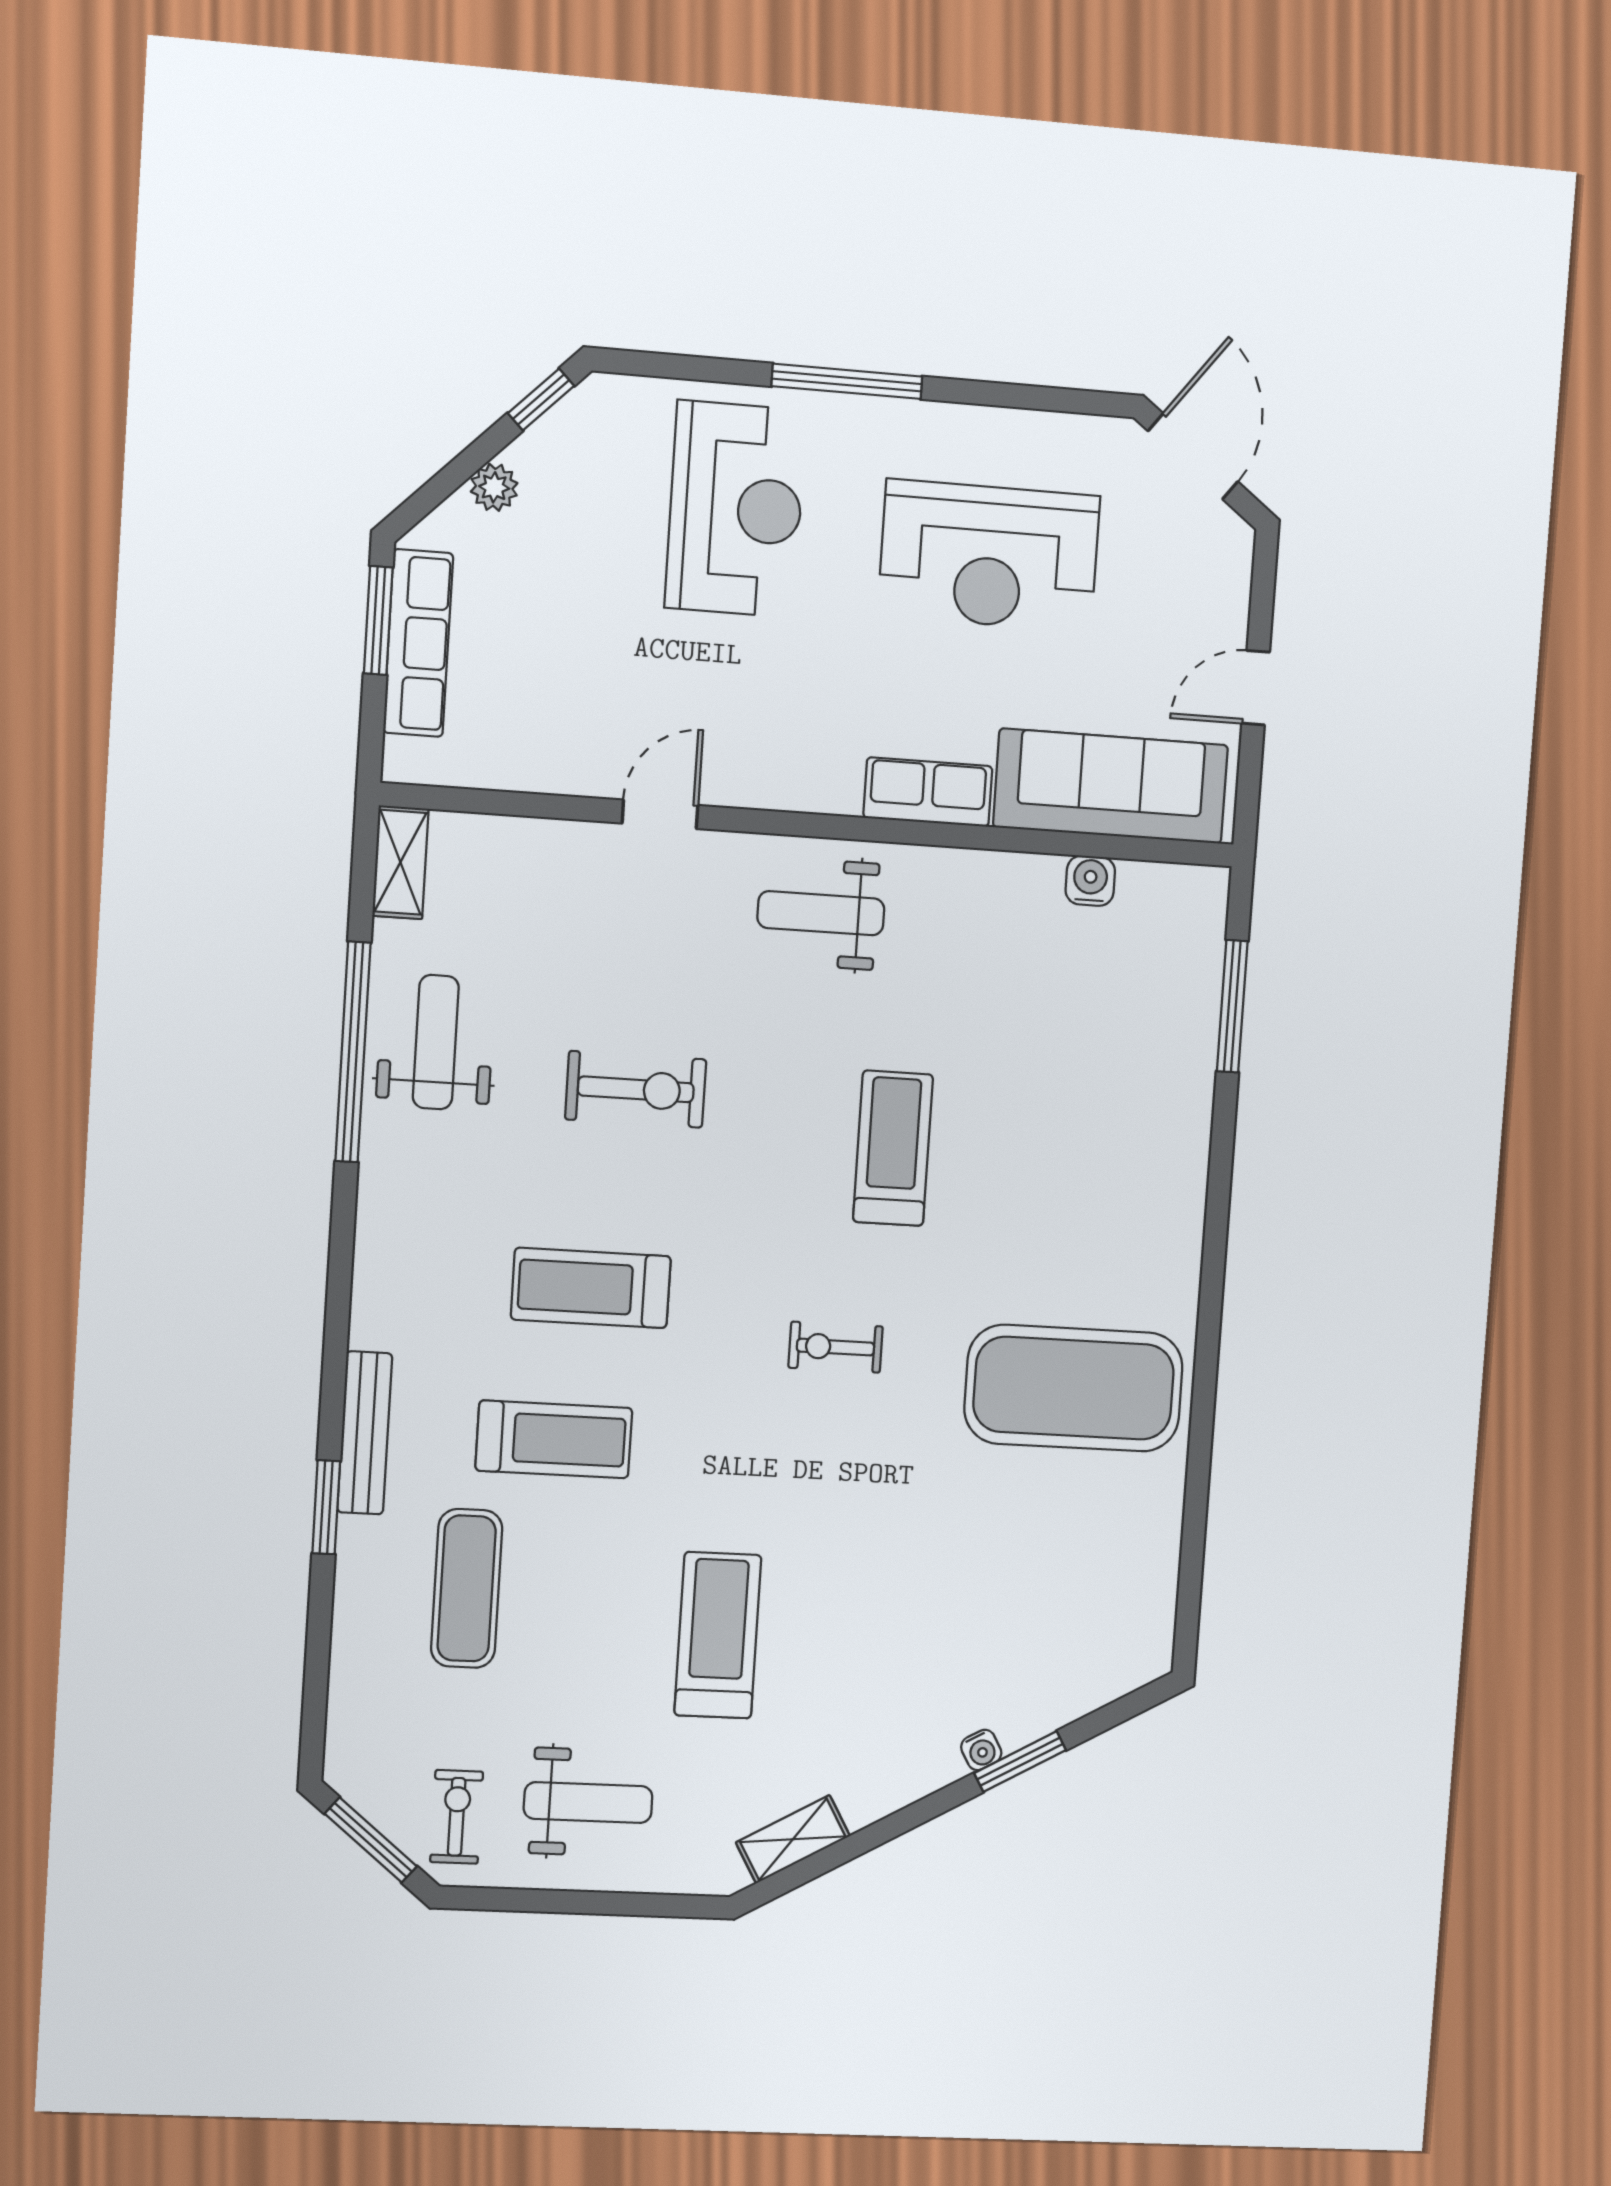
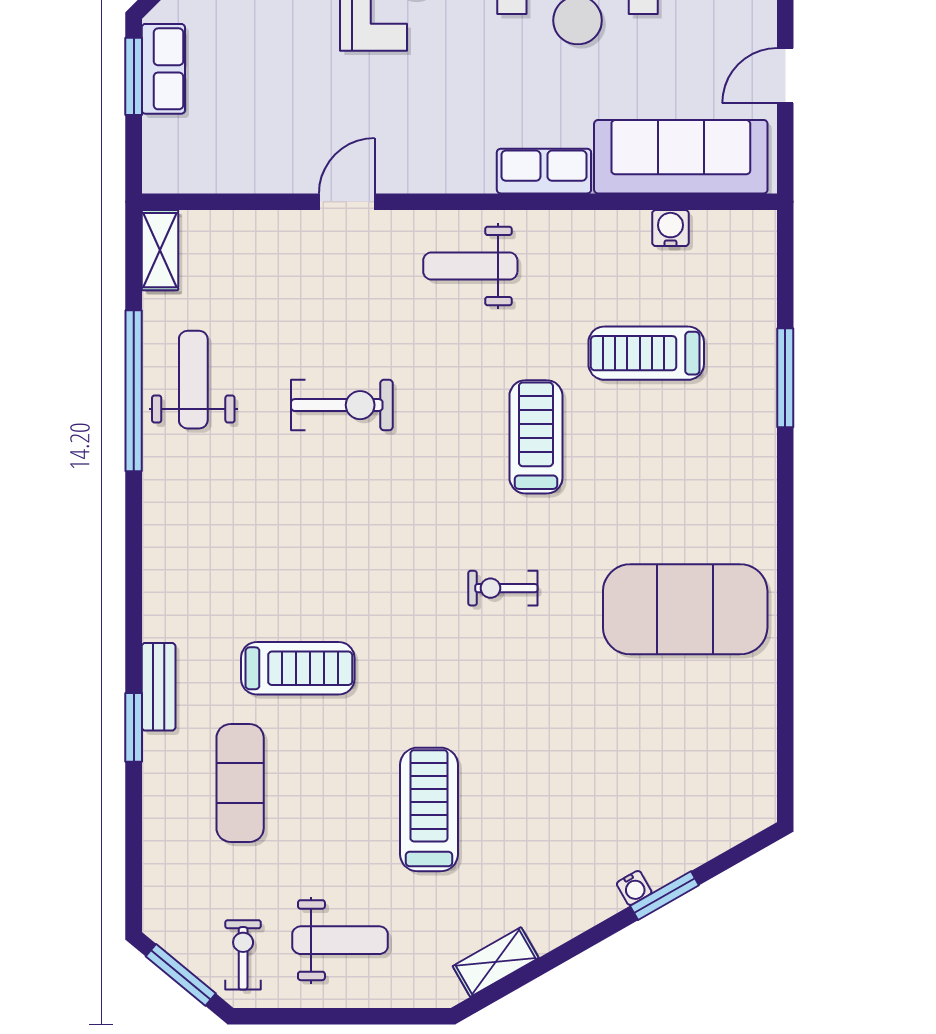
row of seats: (418, 643) -> (163, 69), width x0.68
window: (1232, 1006) -> (785, 378), moved
treadmill: (591, 1288) -> (646, 353), moved
bench: (365, 1433) -> (159, 687), width x0.73

